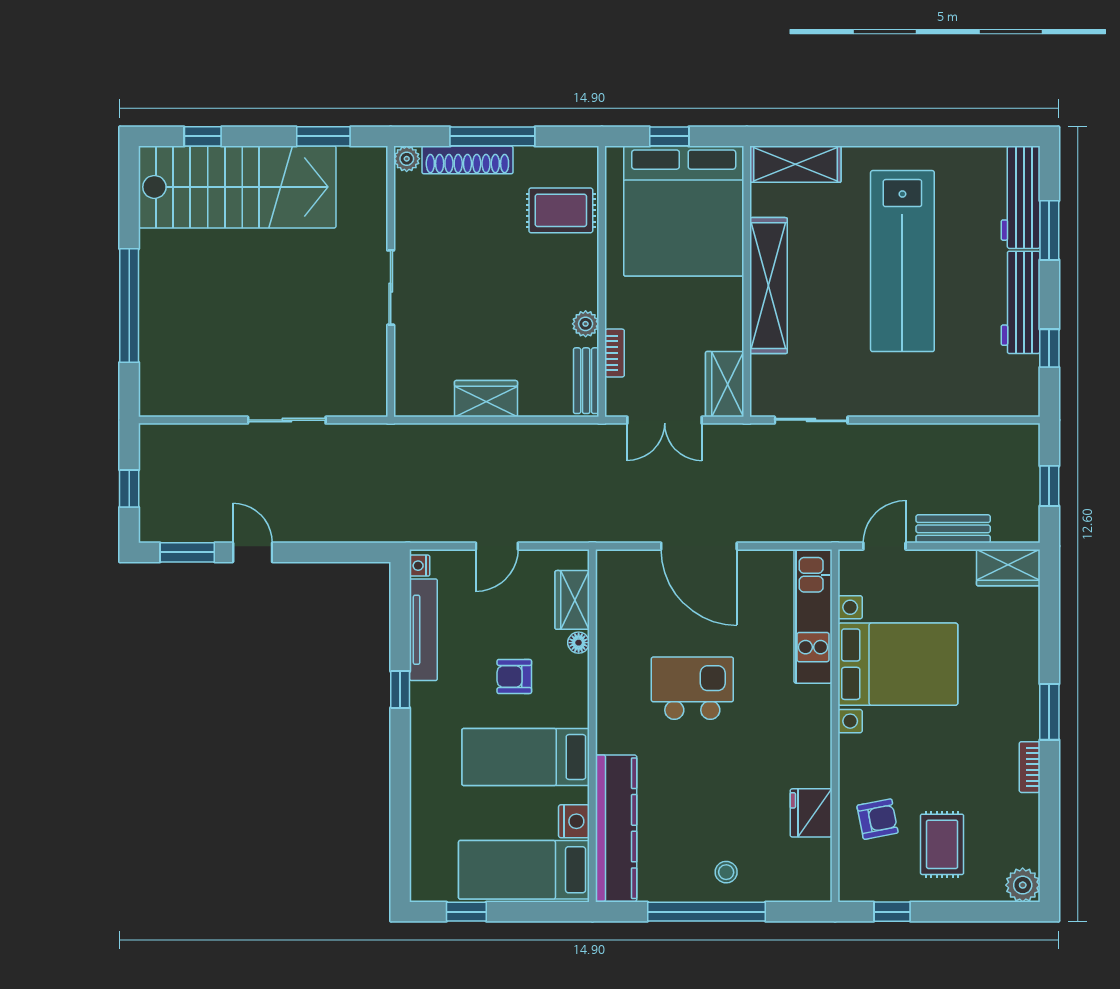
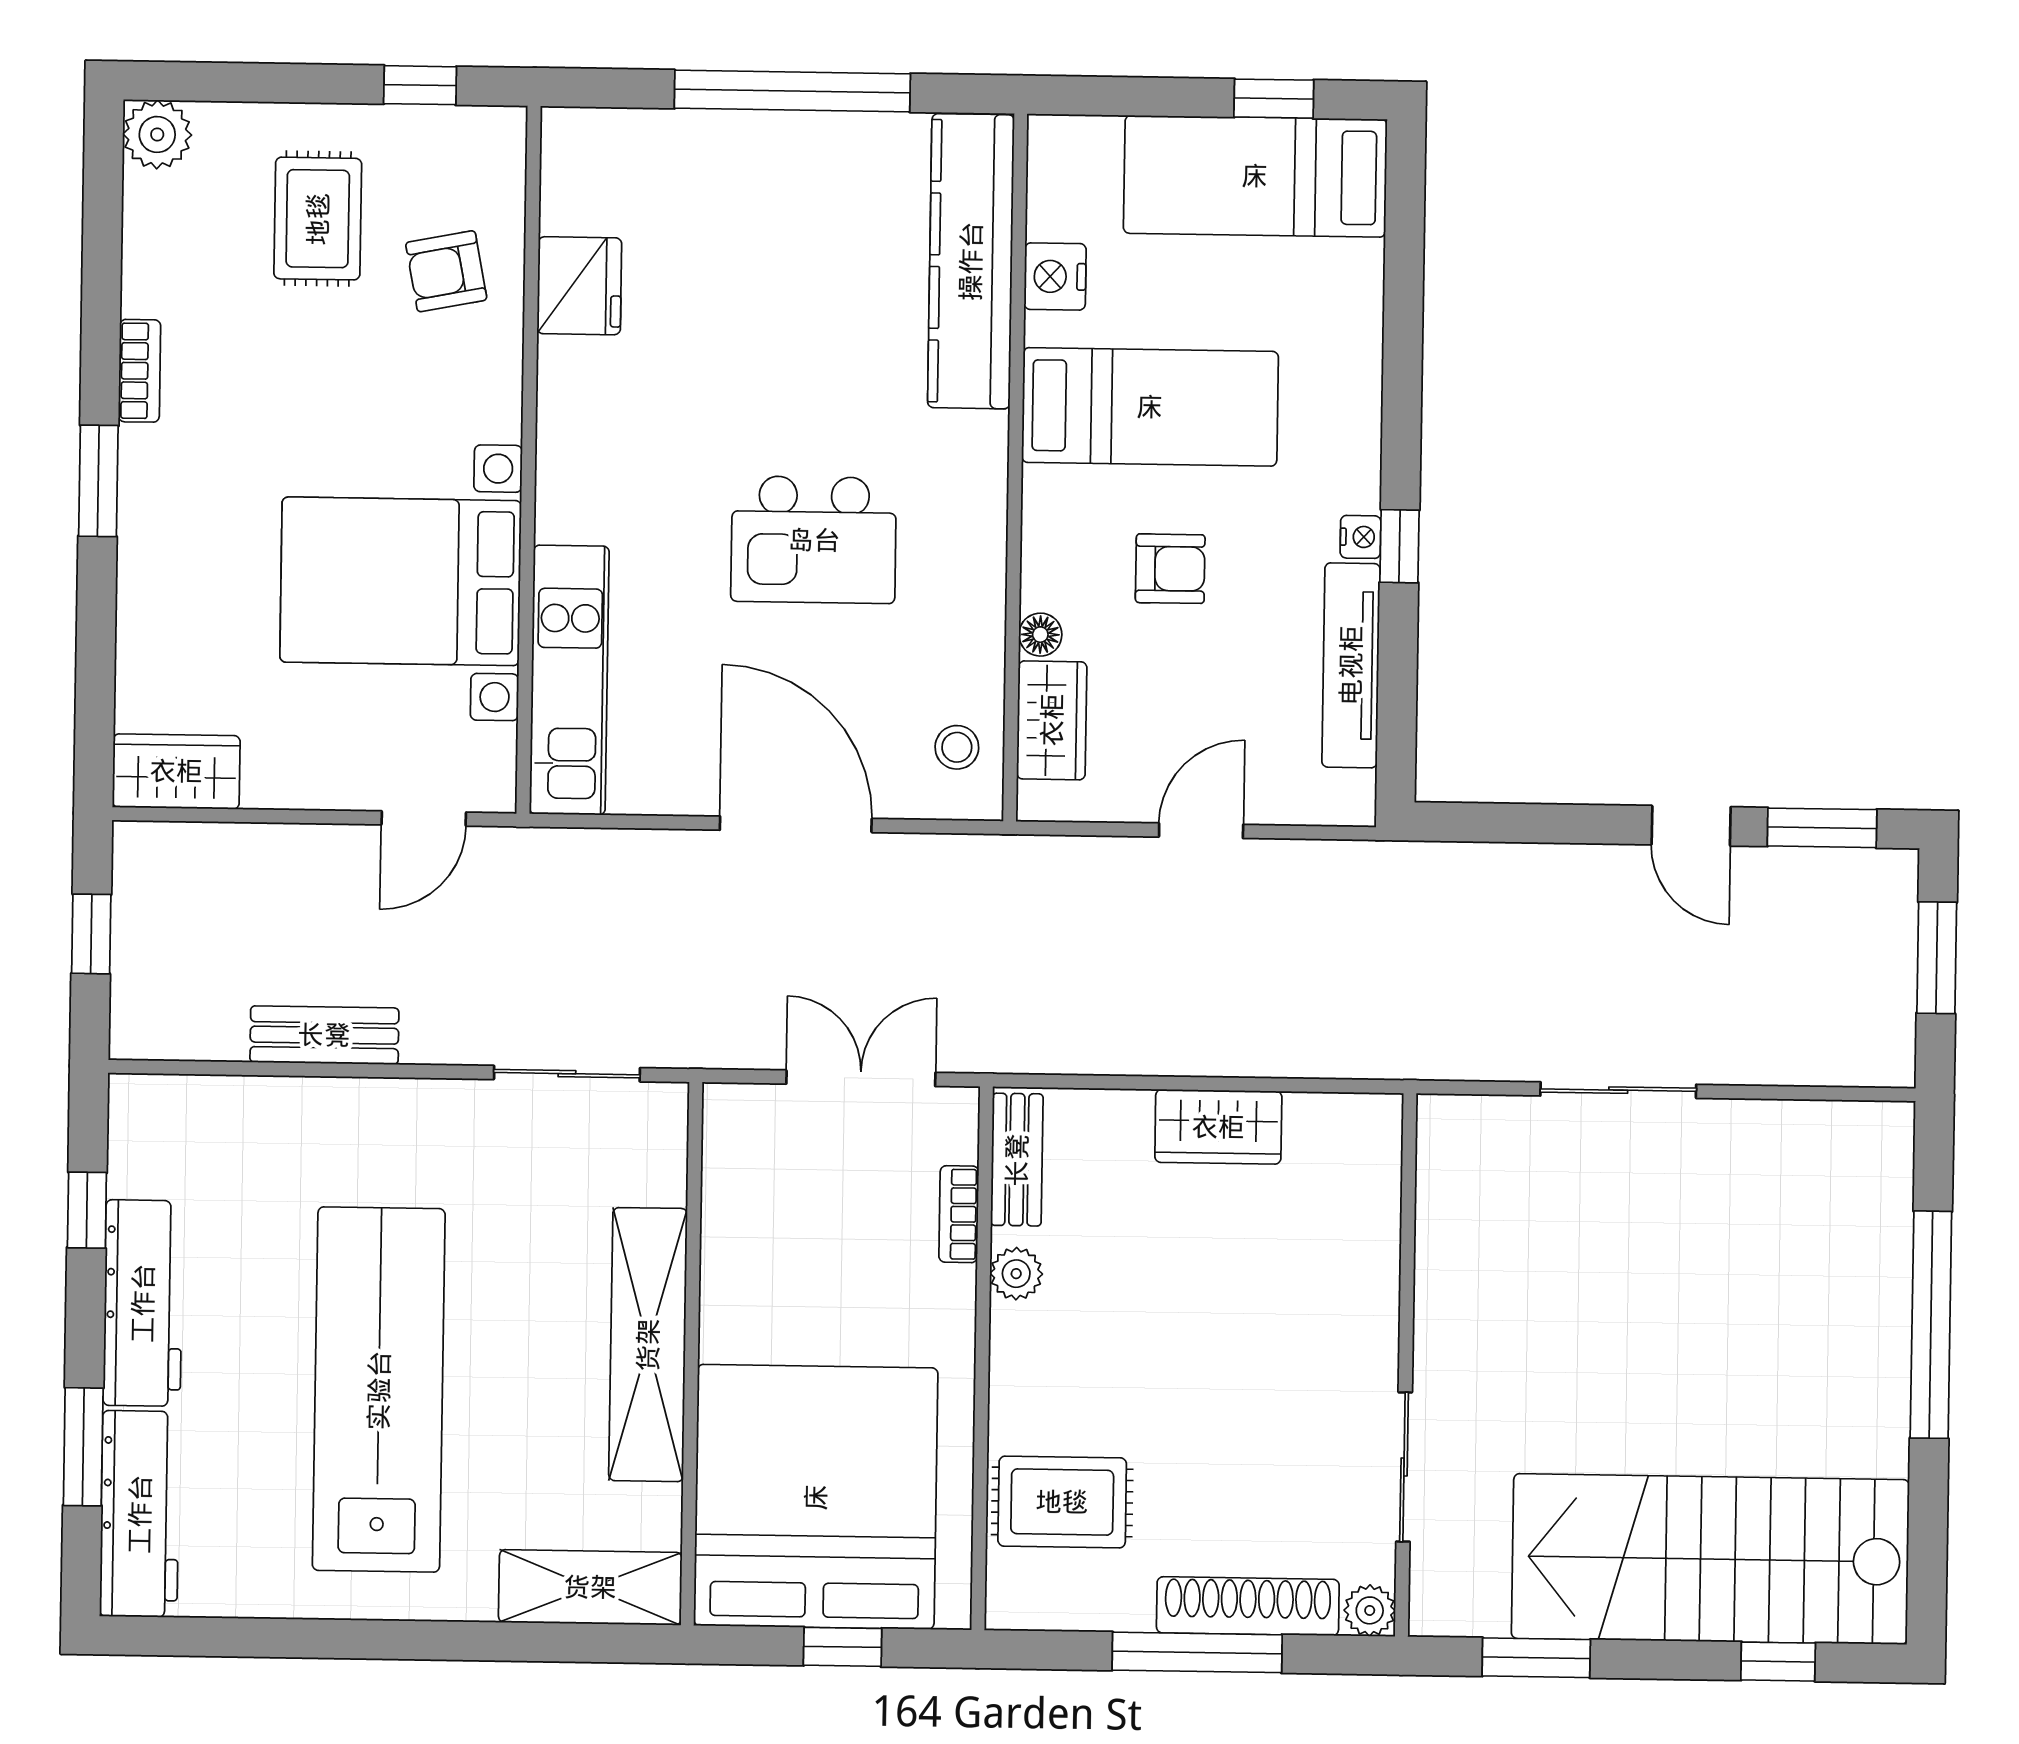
sliding door: (391, 288) -> (1404, 1467), moved
wardrobe: (725, 384) -> (739, 1148), removed
window: (129, 489) -> (1937, 958), width x1.50
bench: (953, 529) -> (324, 1035), moved
nightstand: (420, 566) -> (1361, 537), moved
bed: (524, 870) -> (1255, 176), moved, turned 180
stool: (726, 872) -> (957, 747), moved

